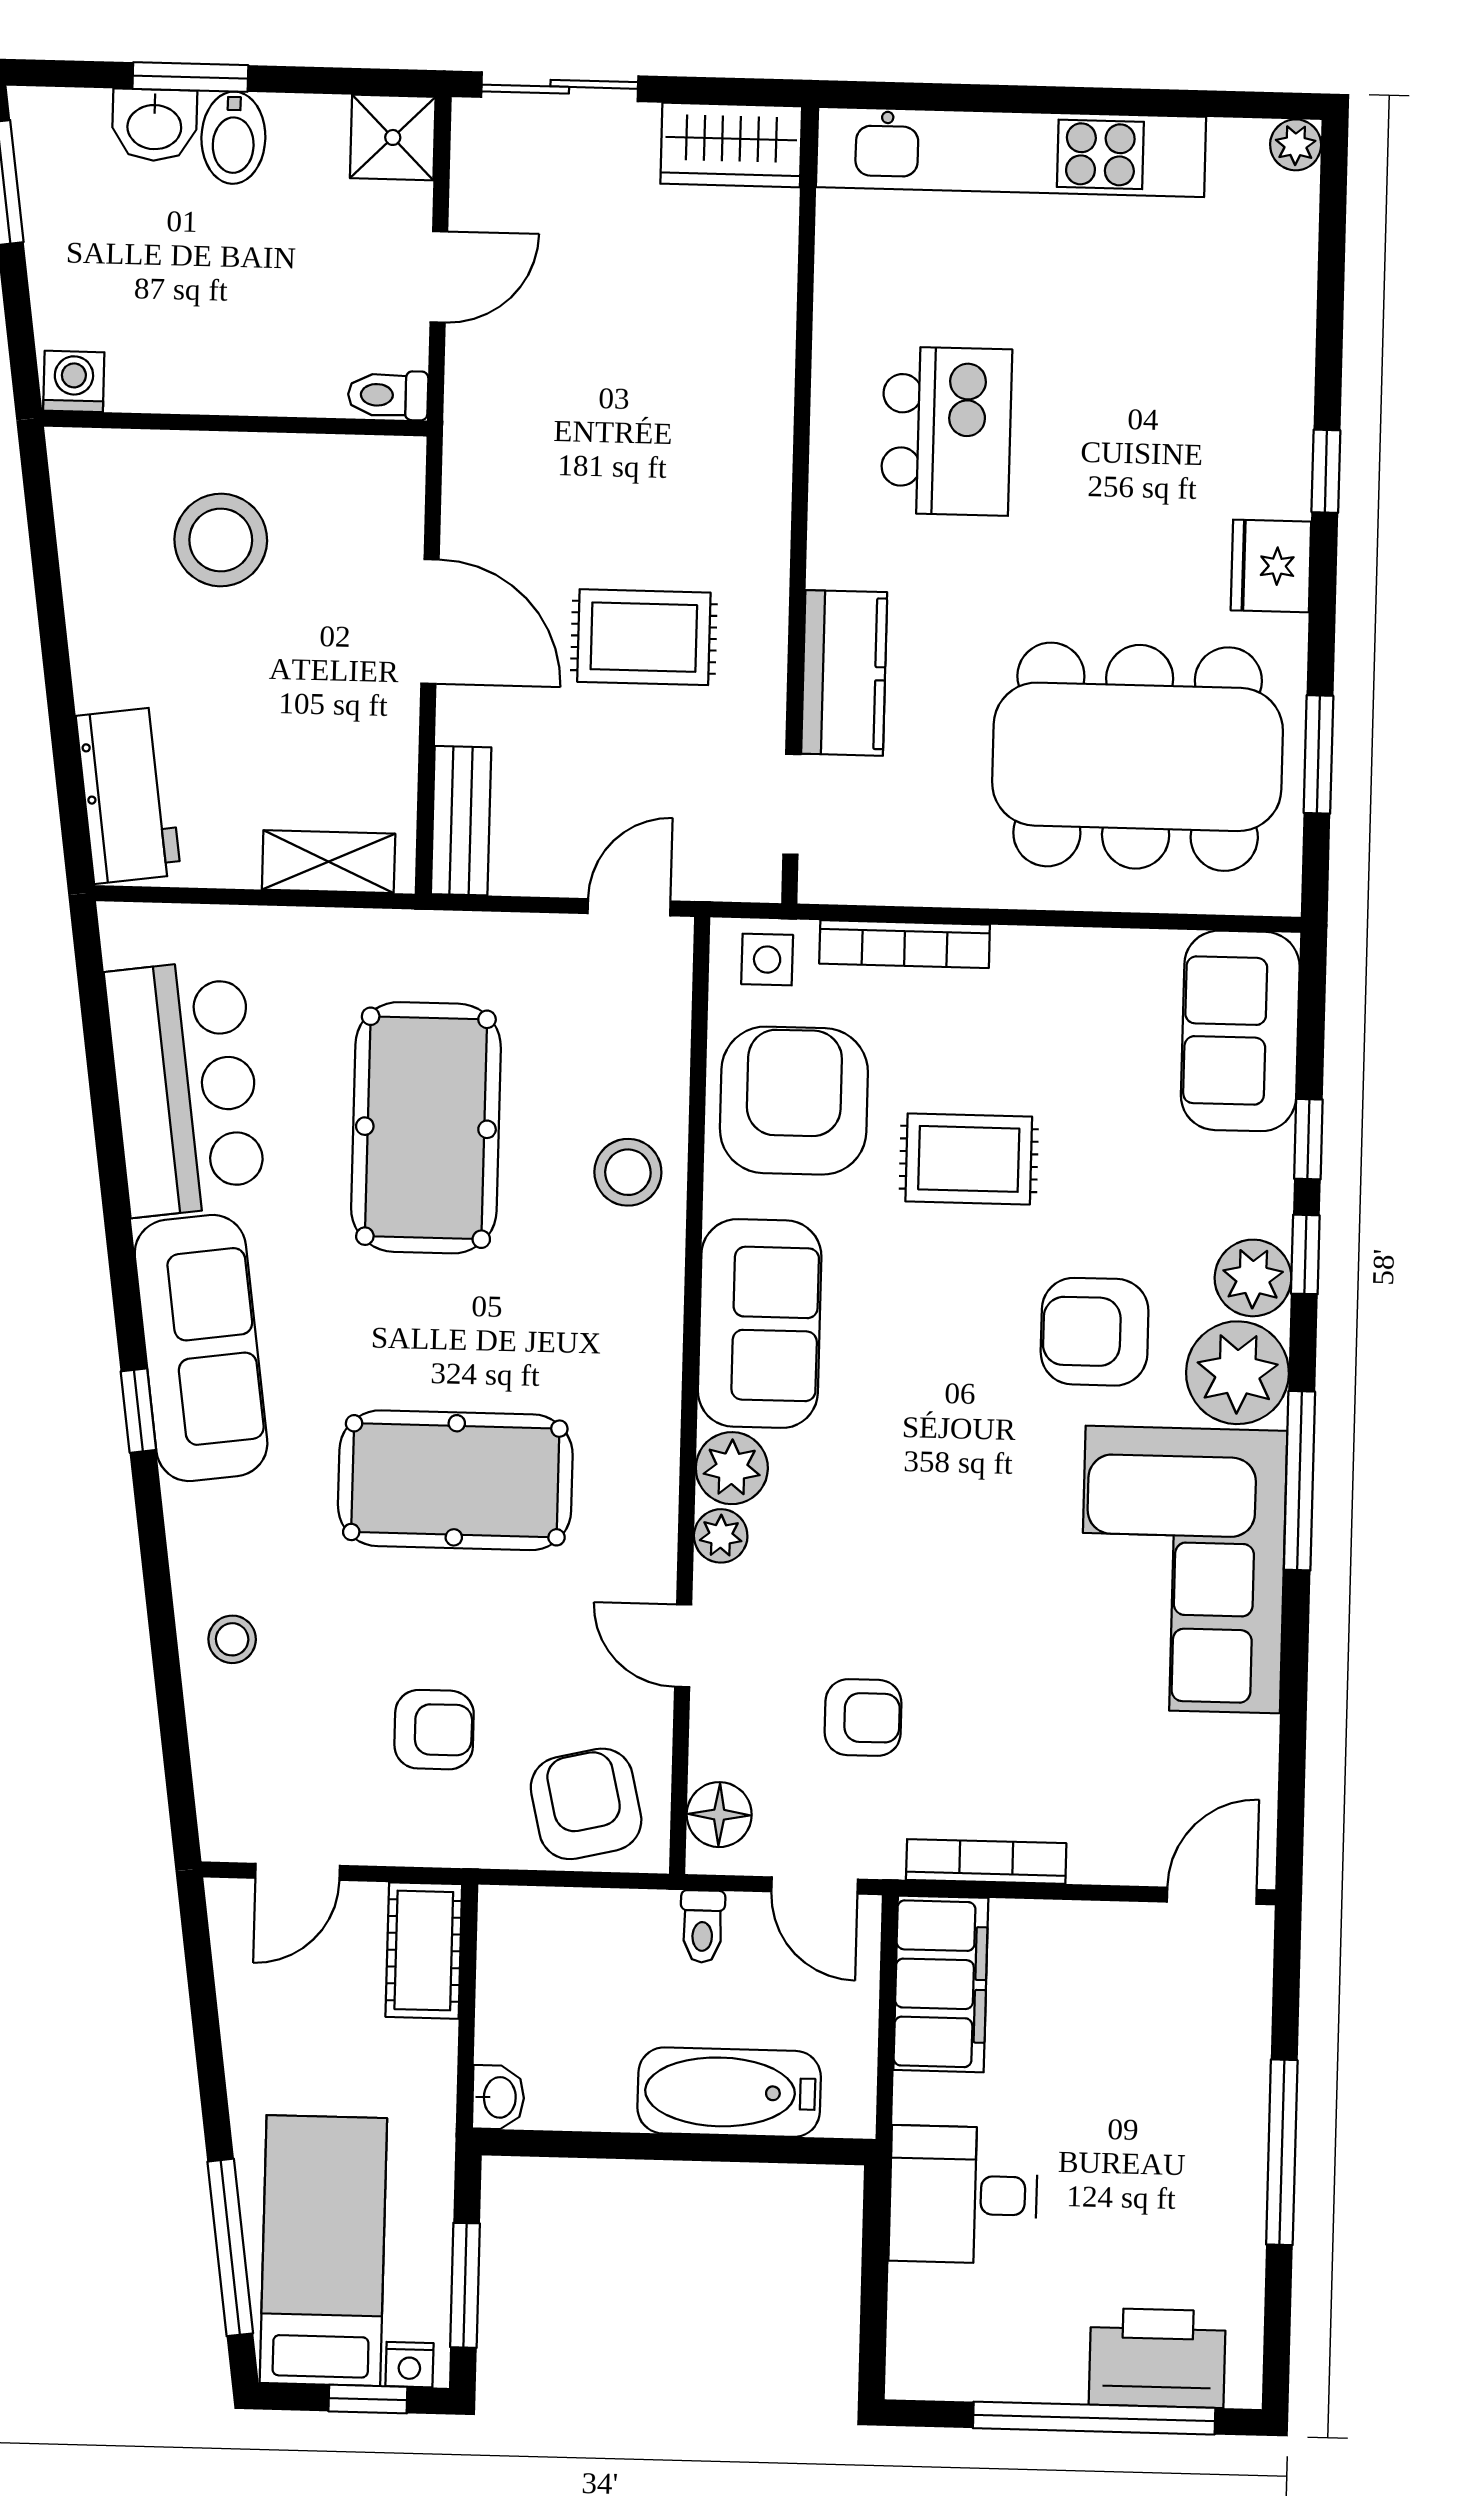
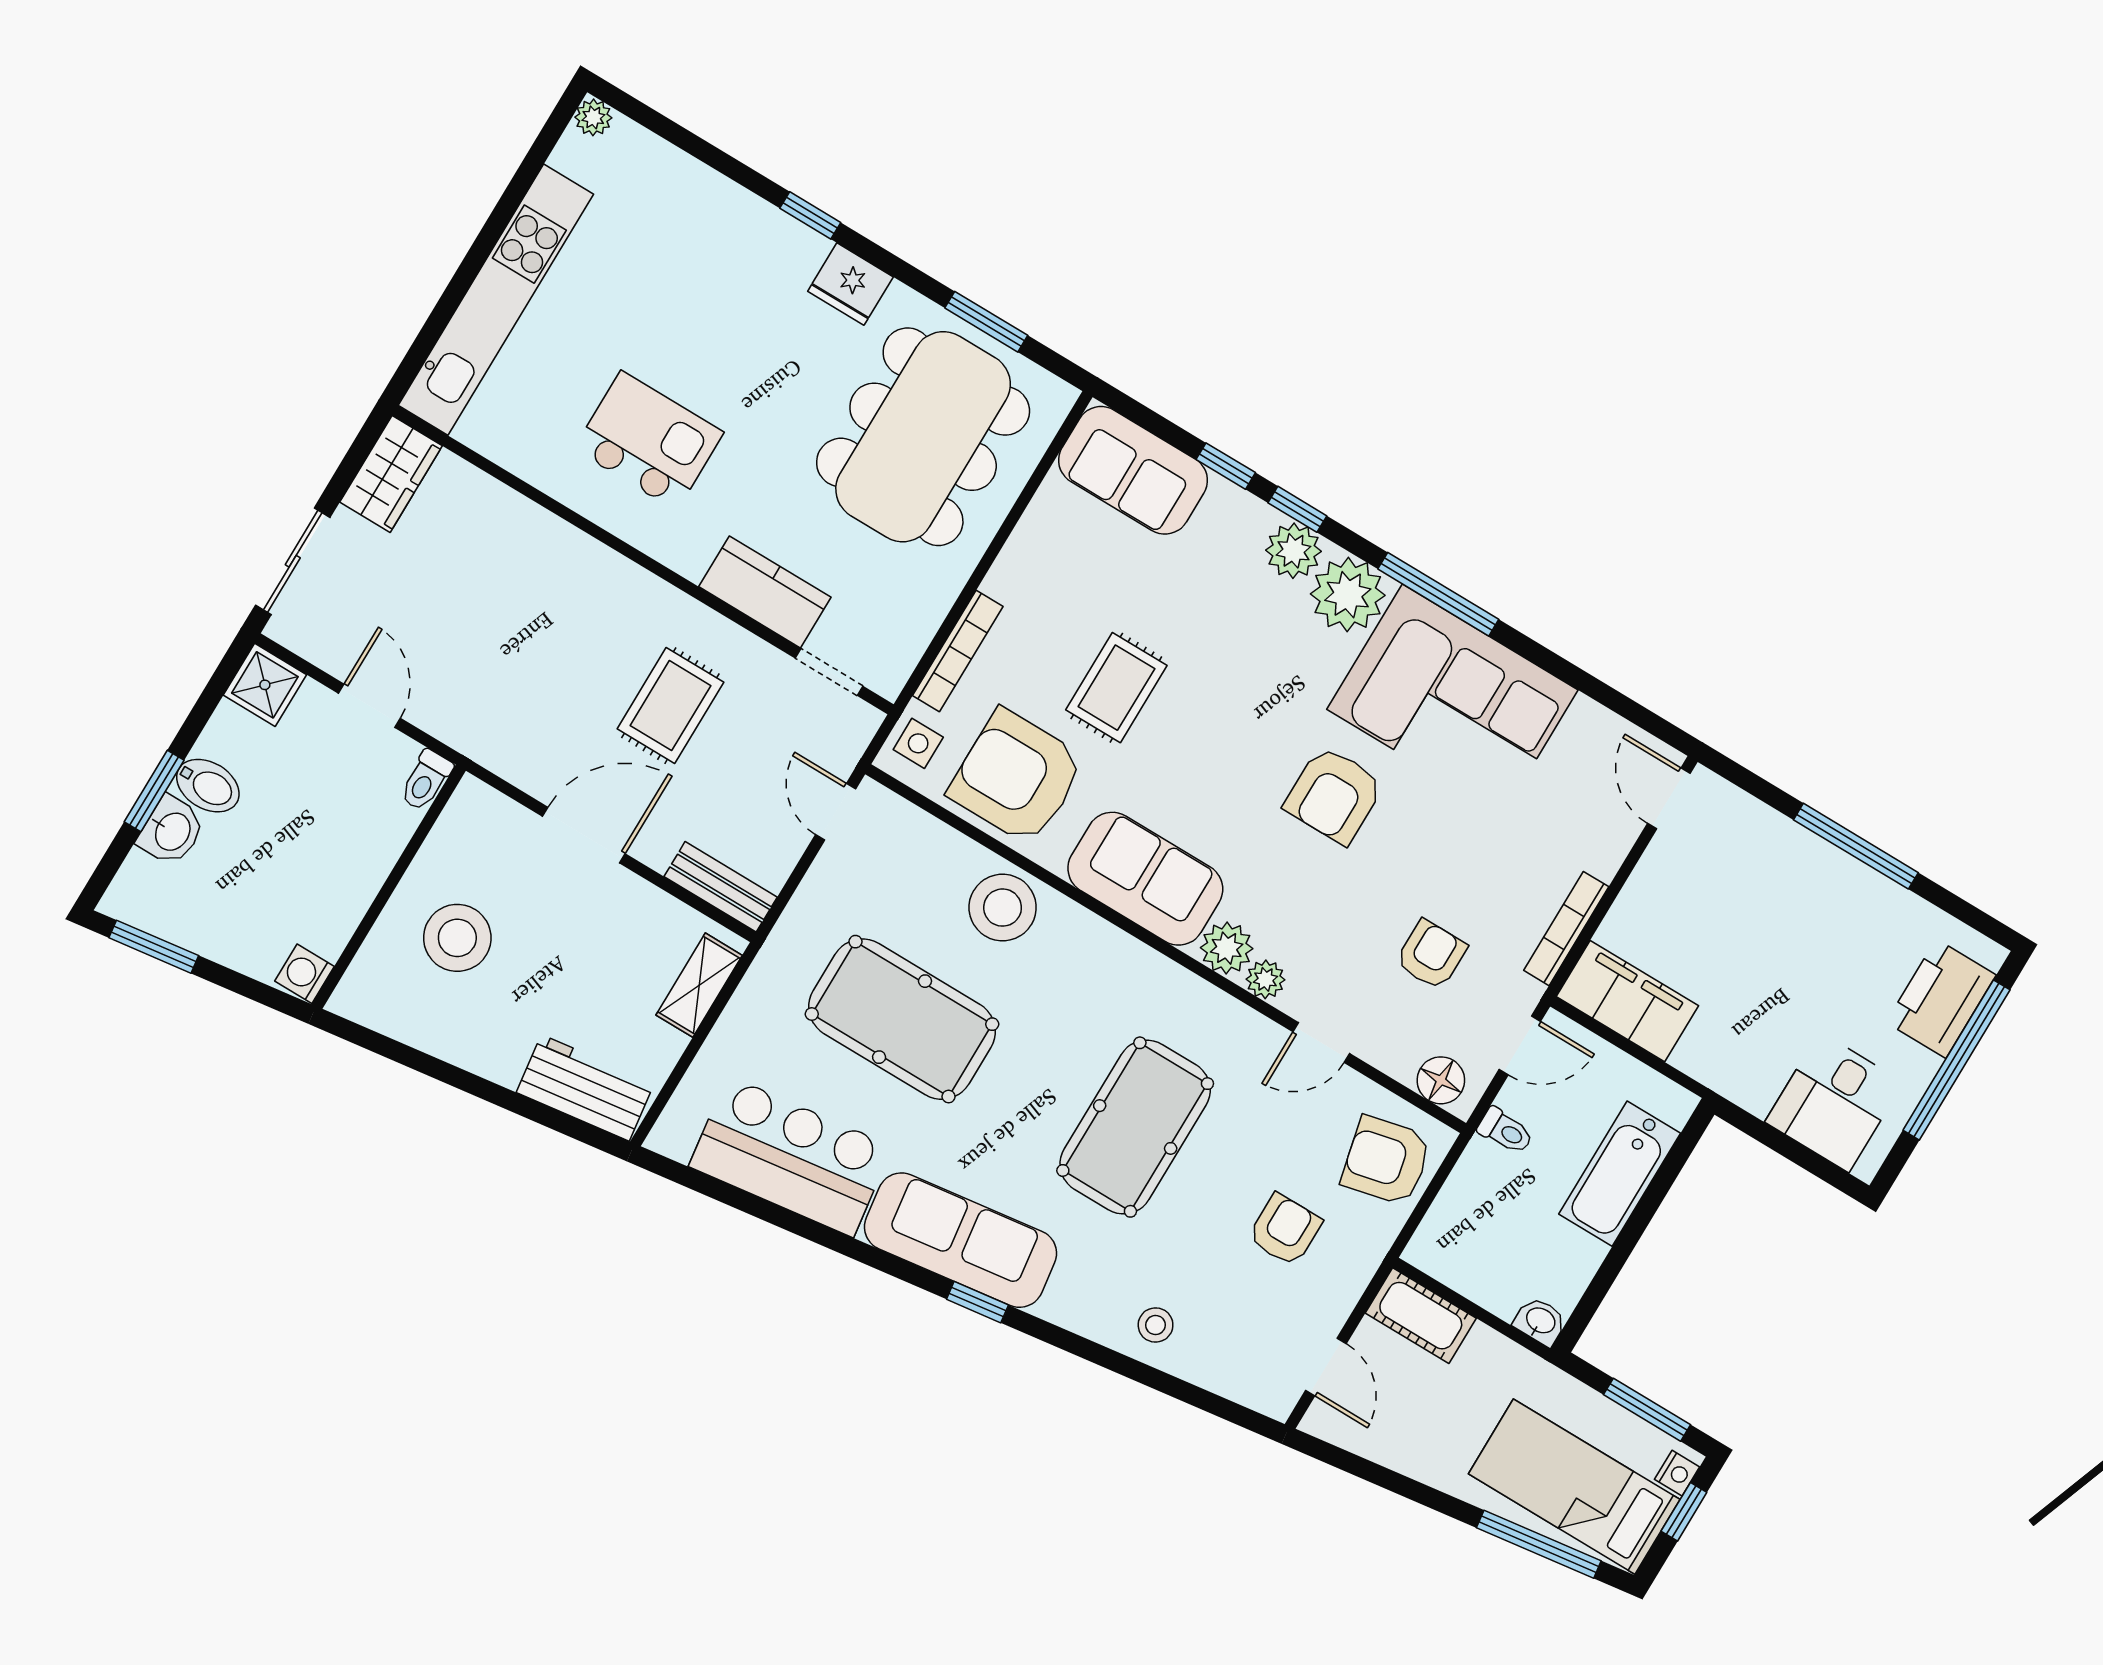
stool: (628, 1172) -> (1003, 908), width x1.38, depth x1.38
armchair: (1095, 1332) -> (1334, 795), moved
desk: (963, 2195) -> (1834, 1102), moved

